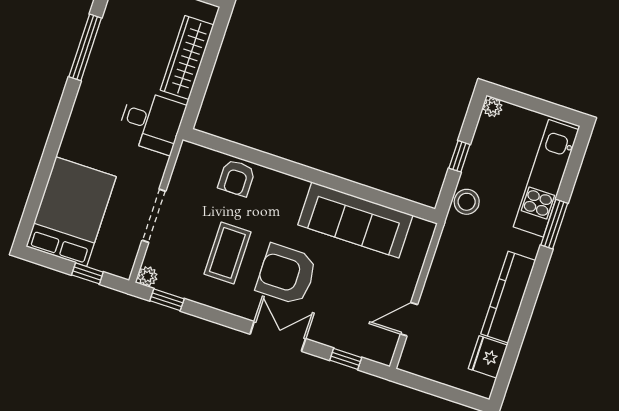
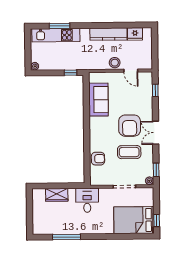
wardrobe: (187, 58) -> (57, 195), width x0.67
window: (459, 156) -> (70, 73), moved
stool: (467, 202) -> (115, 63), moved
sofa: (355, 220) -> (98, 100), width x0.73
window: (554, 224) -> (59, 26), moved
window: (87, 273) -> (157, 221), moved
double door: (278, 336) -> (156, 133), moved

